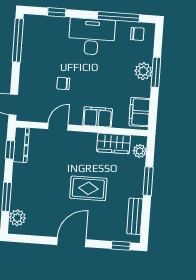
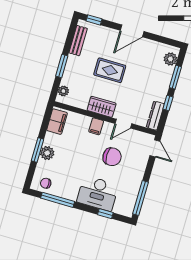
desk: (92, 37) -> (98, 193), moved
chair: (63, 83) -> (112, 157), width x1.87, depth x1.87
filing cabinet: (98, 117) -> (96, 126), width x0.50
wardrobe: (114, 143) -> (102, 107), moved
window: (10, 150) -> (168, 103), moved

